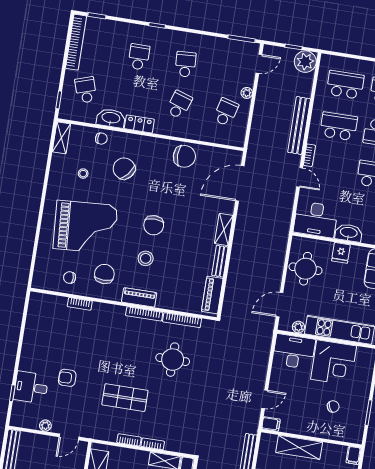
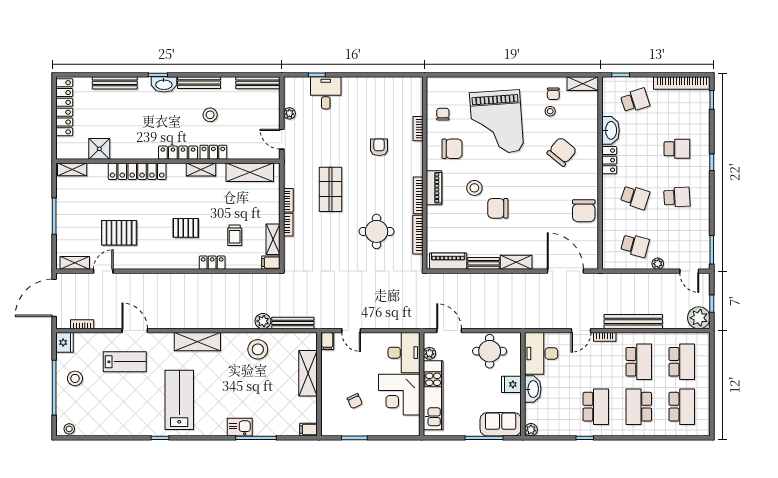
chair: (101, 139) -> (553, 94), moved
chair: (154, 225) -> (498, 208), moved
armchair: (67, 378) -> (379, 147), moved

